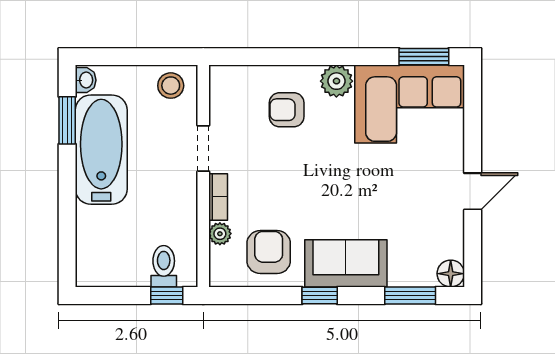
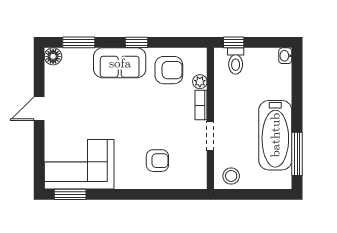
washbasin: (86, 80) -> (285, 56), moved
plant: (336, 81) -> (126, 179), removed
window: (67, 120) -> (297, 154), width x1.44
armchair: (269, 252) -> (169, 70), turned -90

